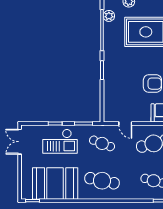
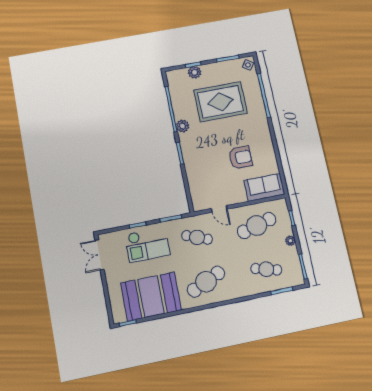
plant: (109, 16) -> (183, 126), moved
cafe table: (102, 181) -> (206, 282), turned -36

